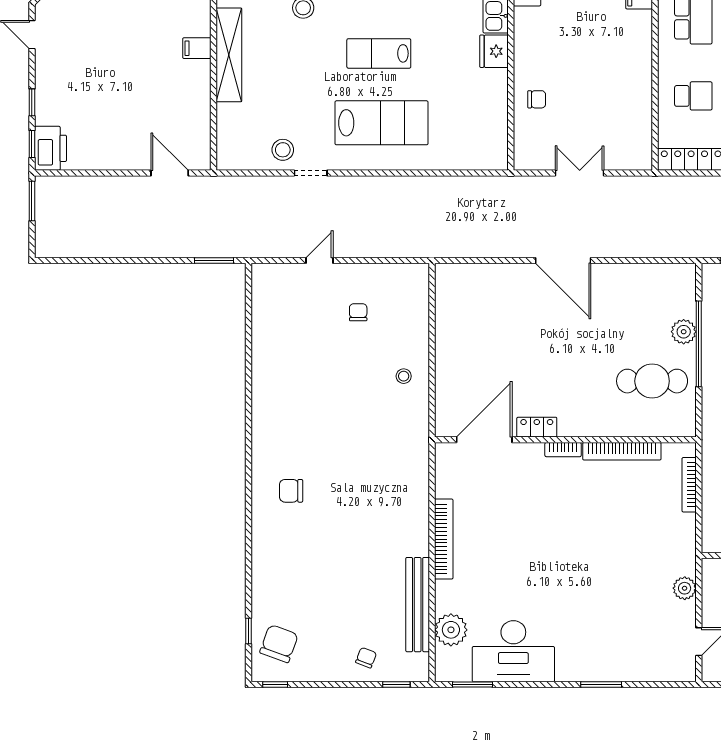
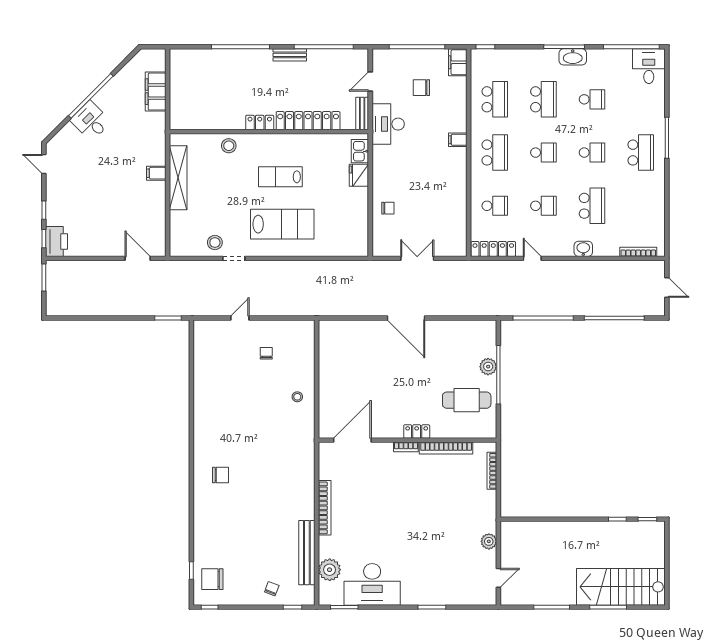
locker: (537, 427) -> (417, 432), moved
chair: (291, 491) -> (221, 475), turned 180
chair: (279, 644) -> (212, 579), turned -110

